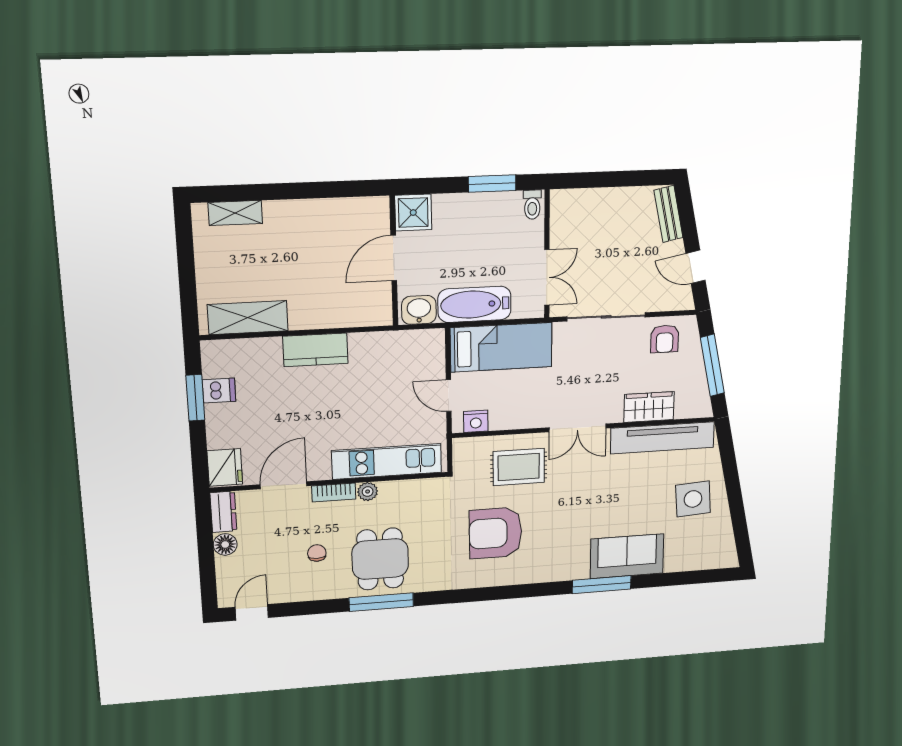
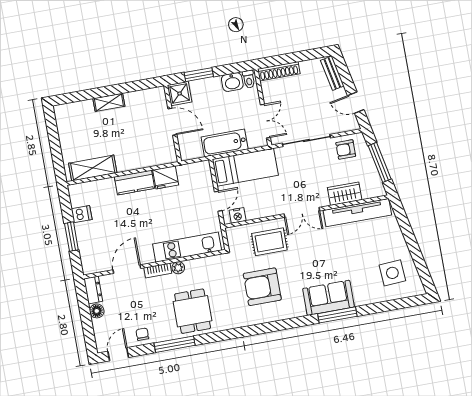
window: (492, 184) -> (199, 75), moved
shoe rack: (584, 199) -> (279, 71), added
shelving: (235, 213) -> (109, 102), moved
door: (394, 258) -> (172, 122), swing flipped
washbasin: (419, 310) -> (232, 82), moved, turned 180
armchair: (665, 339) -> (346, 149), turned 90
door: (449, 396) -> (218, 201), swing flipped
window: (195, 398) -> (71, 237), moved
fridge: (225, 467) -> (166, 177), moved, turned 90
side table: (693, 499) -> (392, 273), moved
chair: (317, 553) -> (142, 334), moved
sofa: (627, 556) -> (328, 298), moved
window: (381, 602) -> (175, 344), moved

